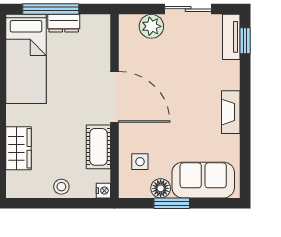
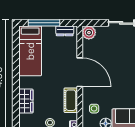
dresser: (64, 23) -> (65, 31), moved
plant: (151, 26) -> (89, 33), moved

